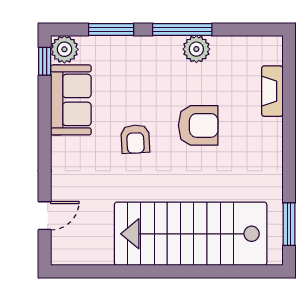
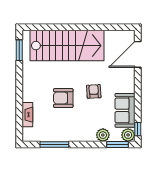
window: (111, 30) -> (118, 145), moved
window: (182, 30) -> (54, 145), moved
plant: (196, 49) -> (103, 135), moved
door: (45, 216) -> (138, 54), width x1.87

